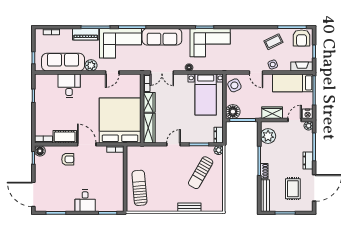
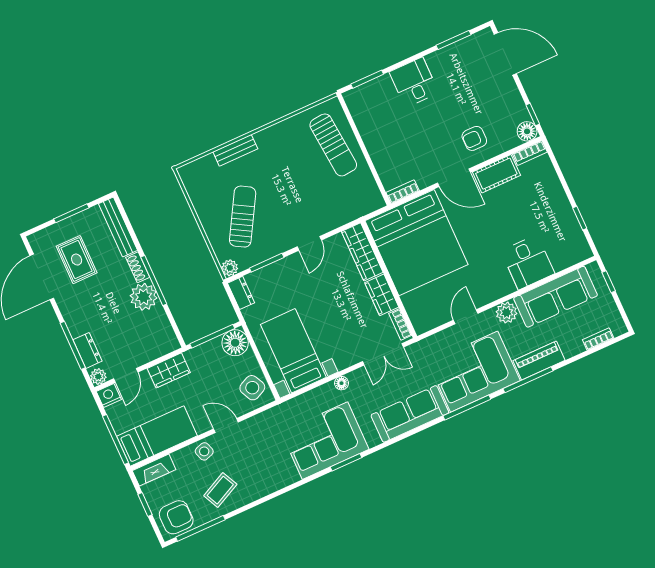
armchair: (302, 38) -> (176, 517), turned 90
double door: (162, 72) -> (383, 354), swing flipped
plant: (268, 136) -> (144, 297), moved
dresser: (308, 160) -> (87, 350), moved

